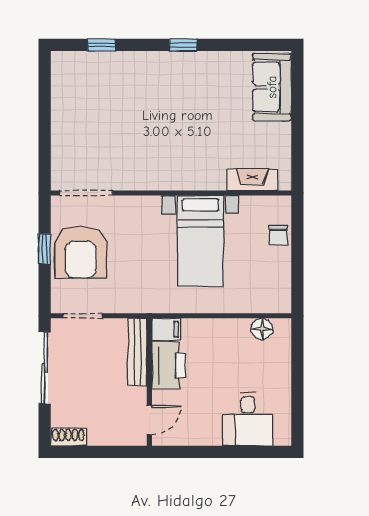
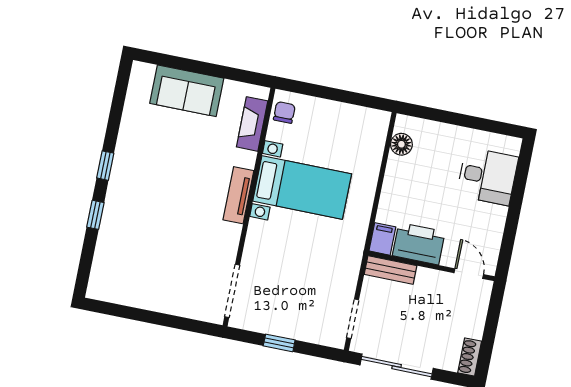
window: (101, 45) -> (95, 215), moved
sofa: (272, 87) -> (187, 91), moved
tv unit: (180, 180) -> (238, 195), added
chair: (278, 235) -> (284, 112), moved, turned -90
armchair: (81, 252) -> (290, 308), removed
bench: (137, 352) -> (390, 270), width x0.73

